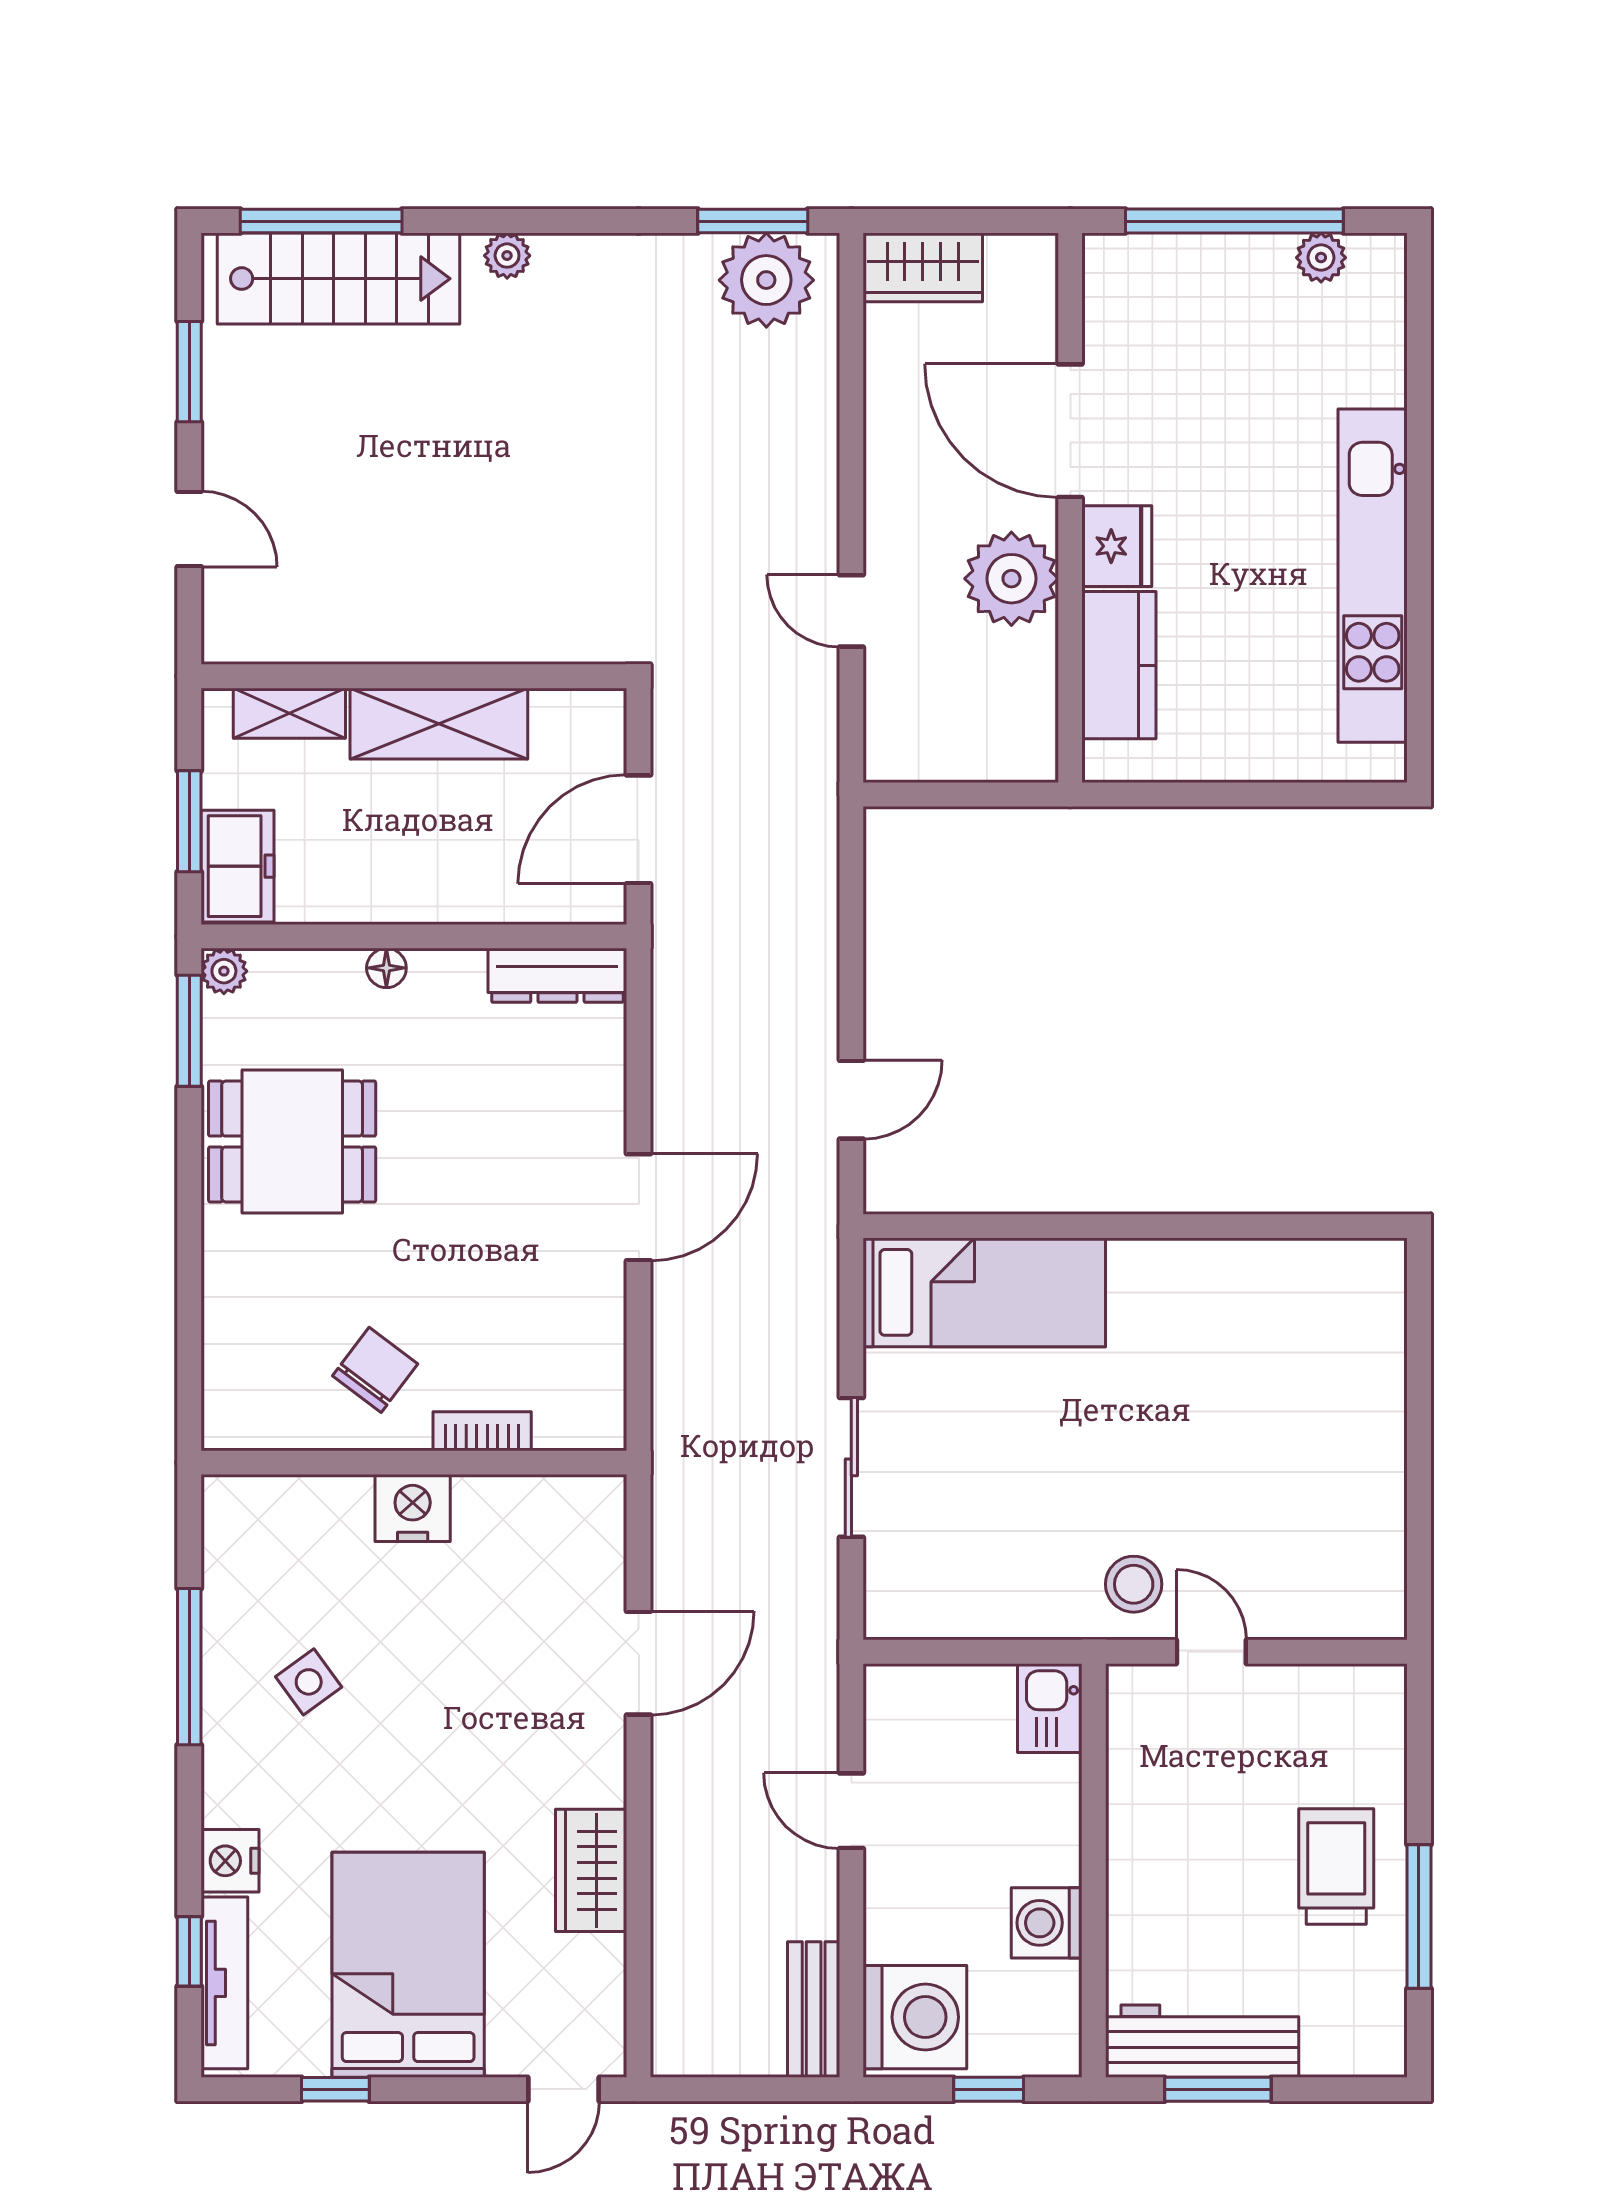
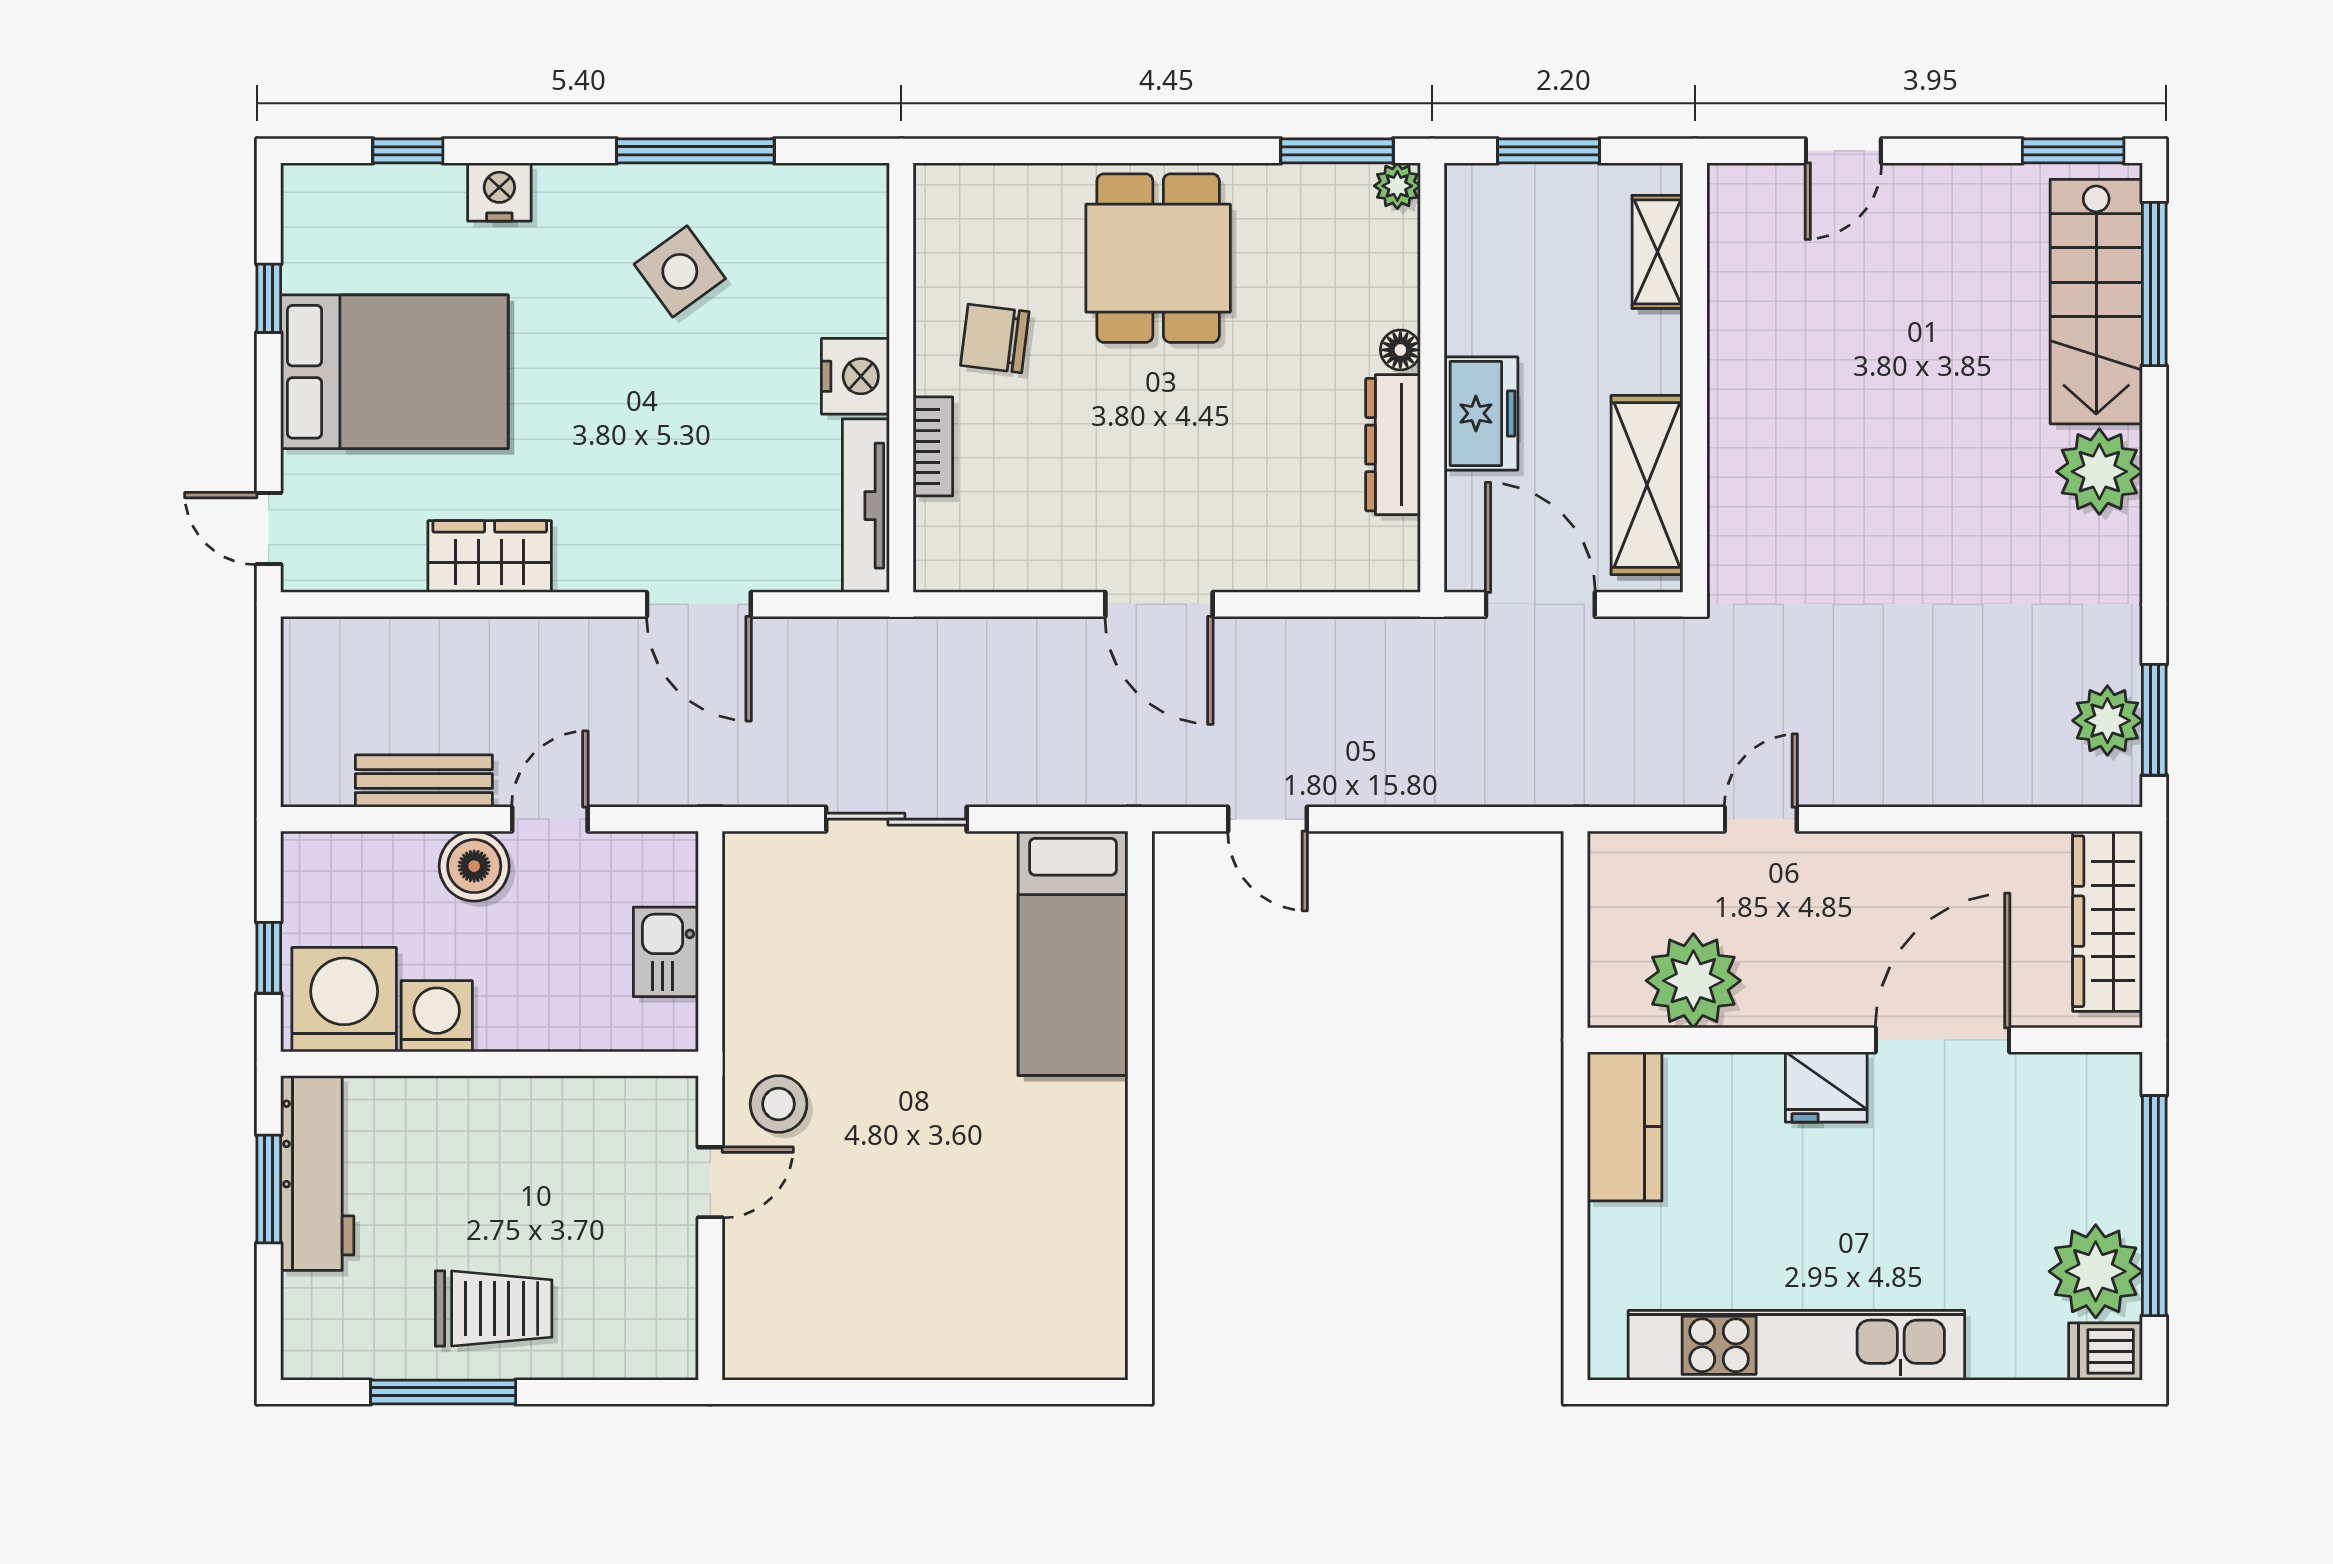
plant: (507, 256) -> (2099, 472), width x1.87, depth x1.87
plant: (1321, 258) -> (2096, 1271), width x1.88, depth x1.88
wardrobe: (923, 267) -> (2107, 921), width x1.50
dishwasher: (1379, 269) -> (2105, 1351), added
plant: (766, 280) -> (2107, 721), width x0.73, depth x0.73
window: (189, 372) -> (2073, 151), moved
plant: (1011, 579) -> (1693, 981), moved
kitchen counter: (1119, 665) -> (1625, 1126), moved, turned -90
shelving: (439, 724) -> (1647, 485), moved
freezer: (237, 866) -> (1481, 413), moved, turned -90
dresser: (557, 975) -> (1393, 445), moved
dining table: (292, 1141) -> (1158, 258), moved
chair: (375, 1370) -> (995, 338), turned 150
side table: (309, 1682) -> (680, 271), width x1.37, depth x1.37
kitchen sink: (1050, 1708) -> (666, 952), moved, turned -90
boiler: (898, 1886) -> (474, 866), added
tv unit: (224, 1983) -> (866, 506), moved, turned 90
bench: (814, 2010) -> (424, 781), moved
washing machine: (915, 2017) -> (344, 1000), moved, turned 180

